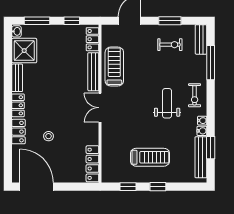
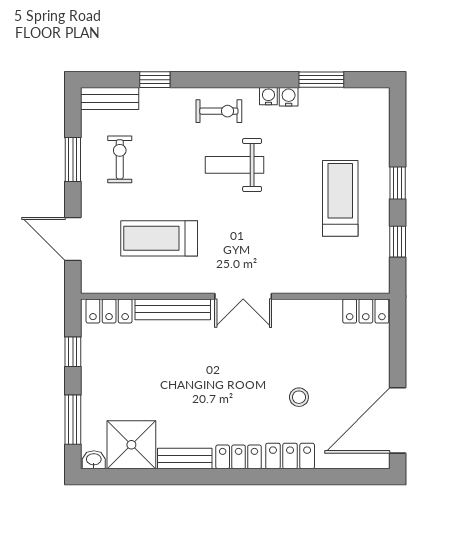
window: (211, 63) -> (155, 80), width x0.46
treadmill: (114, 67) -> (159, 238), moved
bench: (201, 157) -> (340, 99), removed
locker: (92, 164) -> (366, 311), width x0.66

